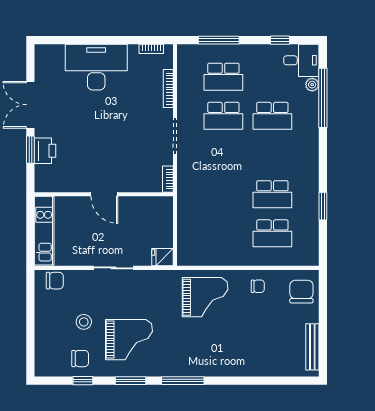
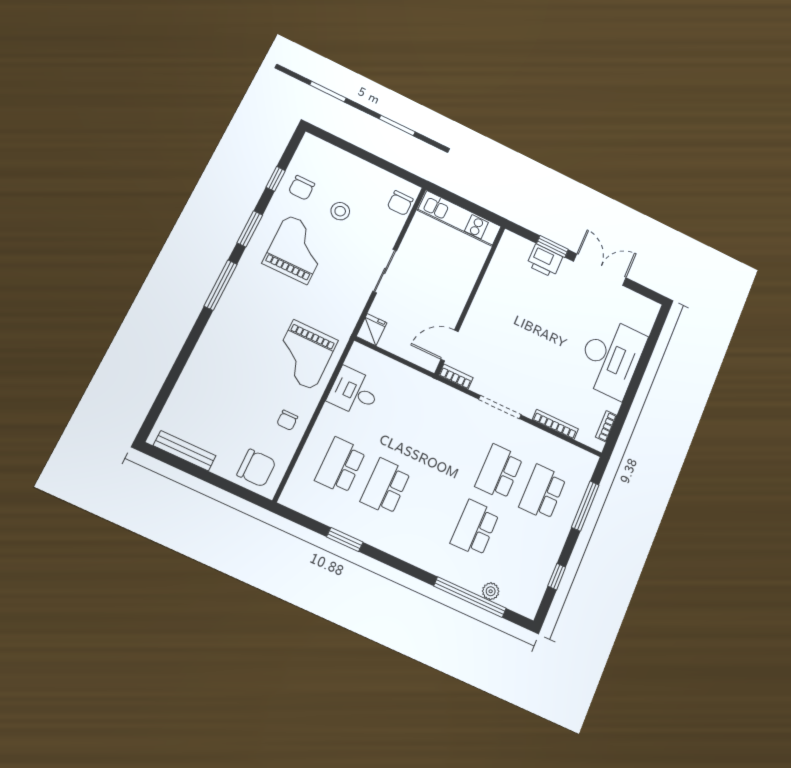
desk: (301, 60) -> (354, 392), moved, turned 90
door: (104, 194) -> (450, 345), moved
grand piano: (129, 340) -> (297, 249), turned 180

